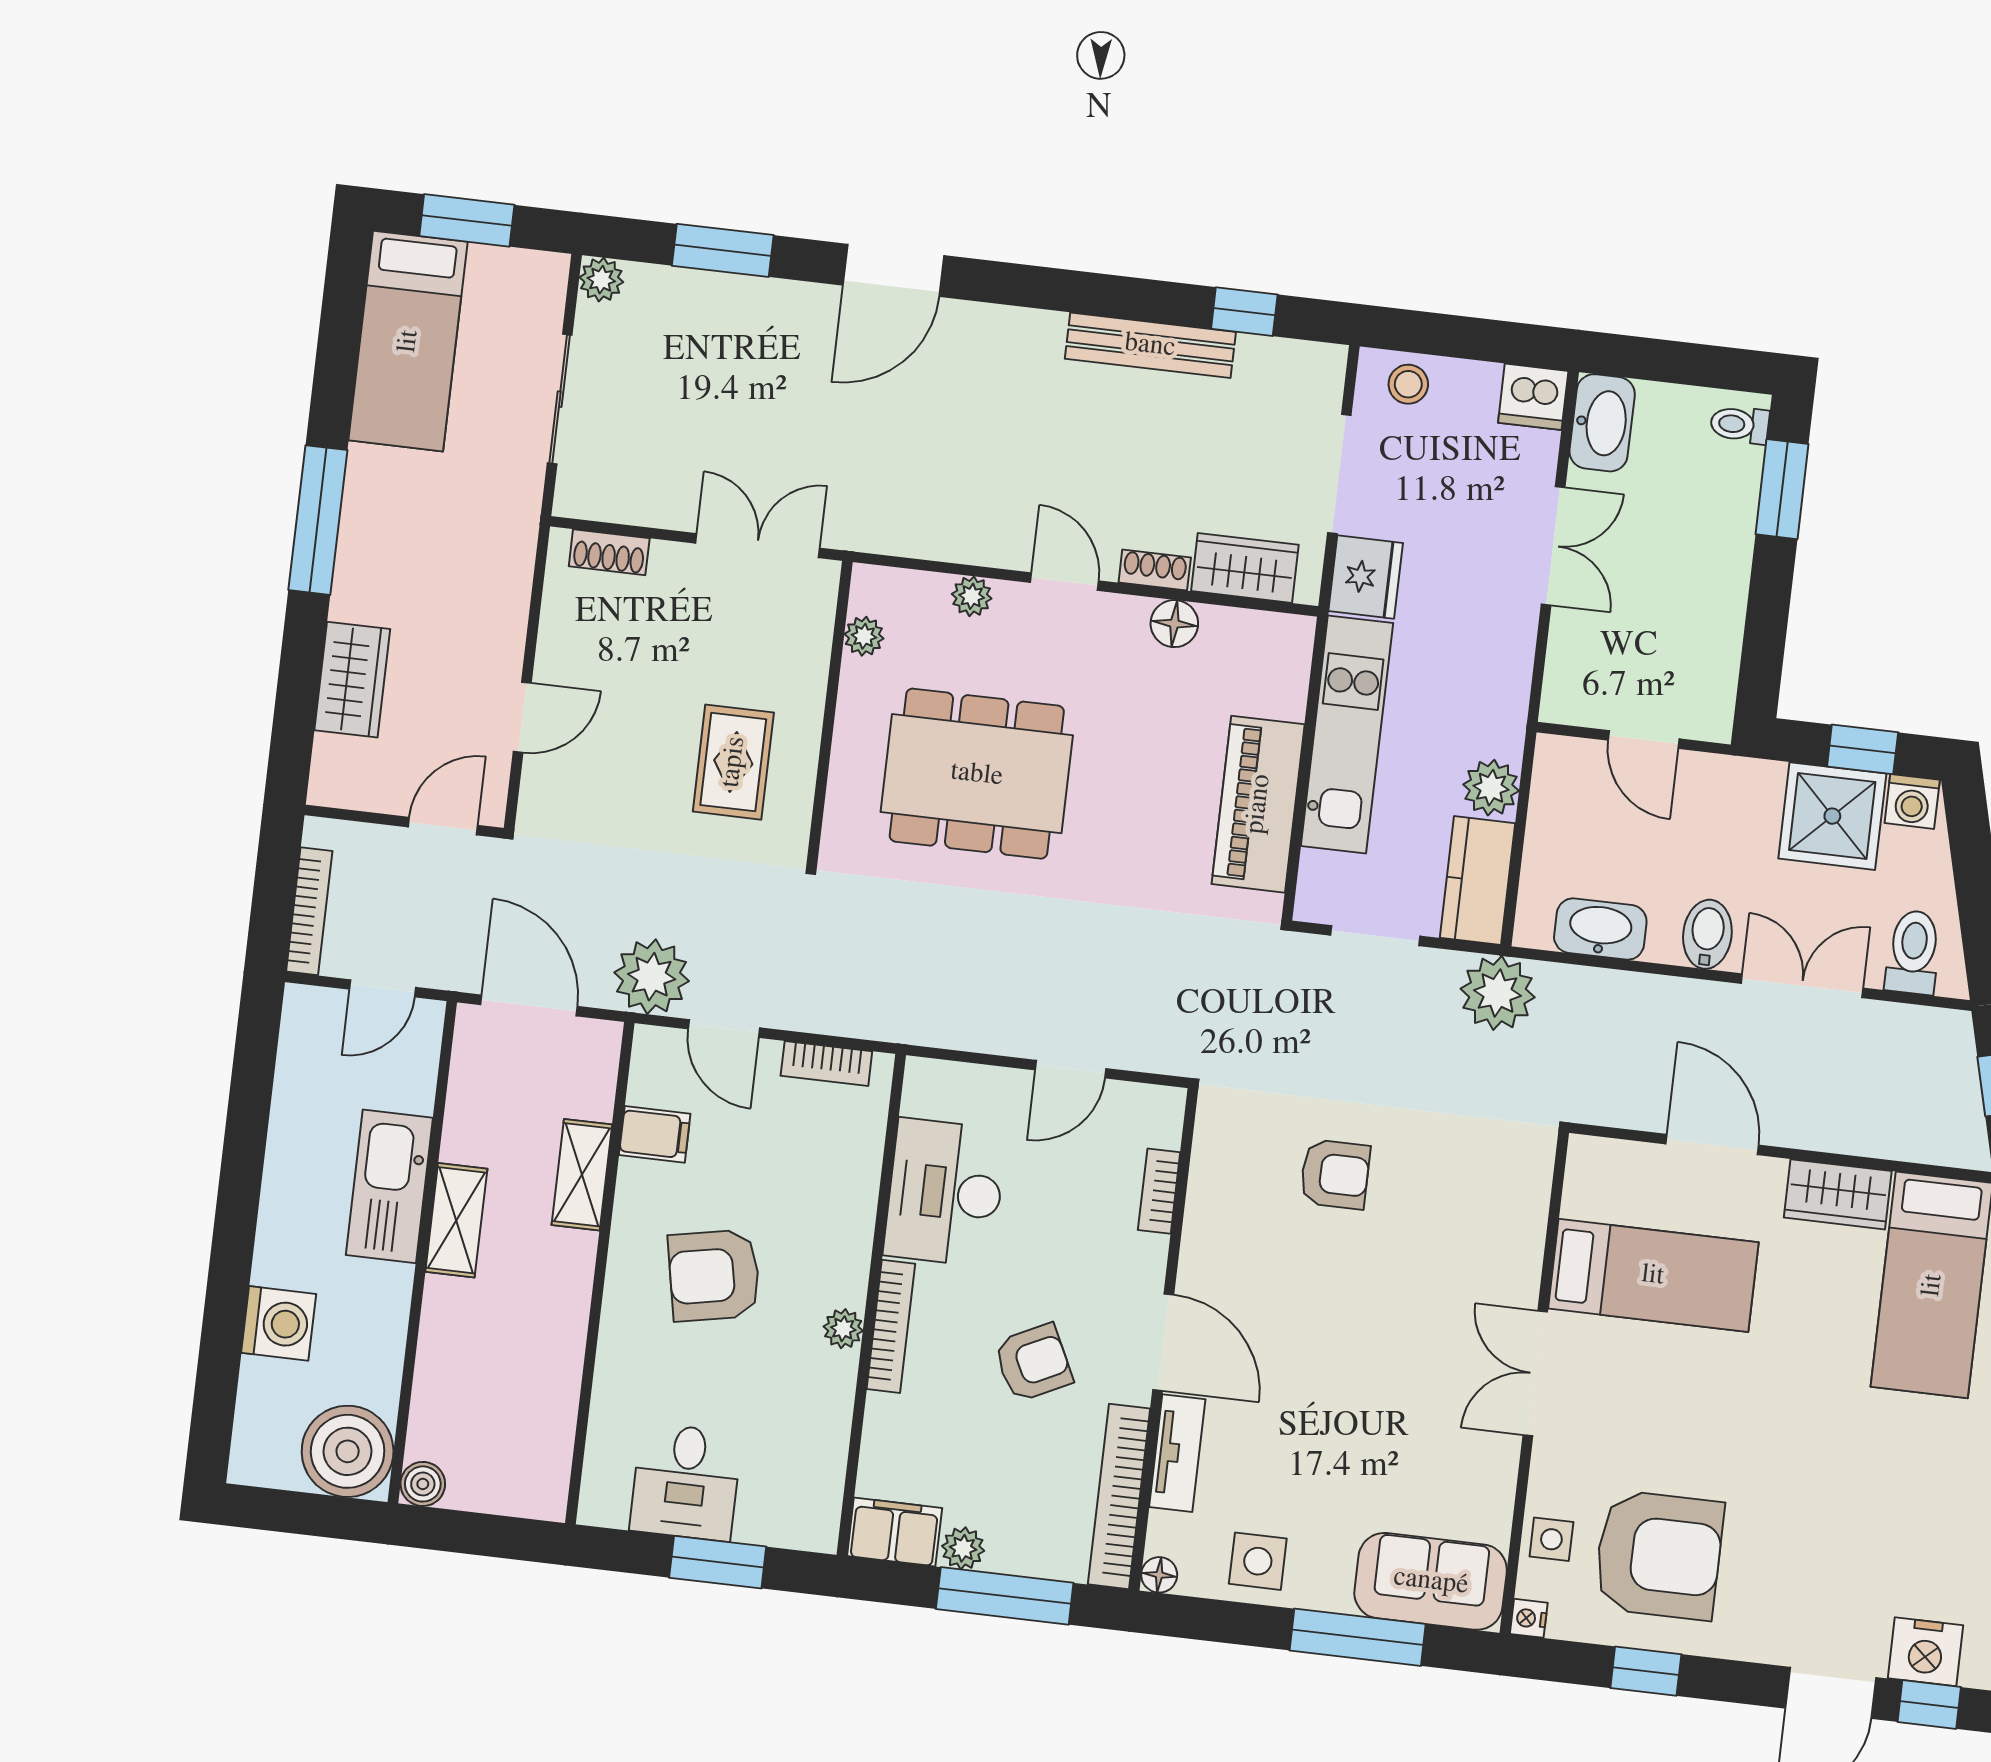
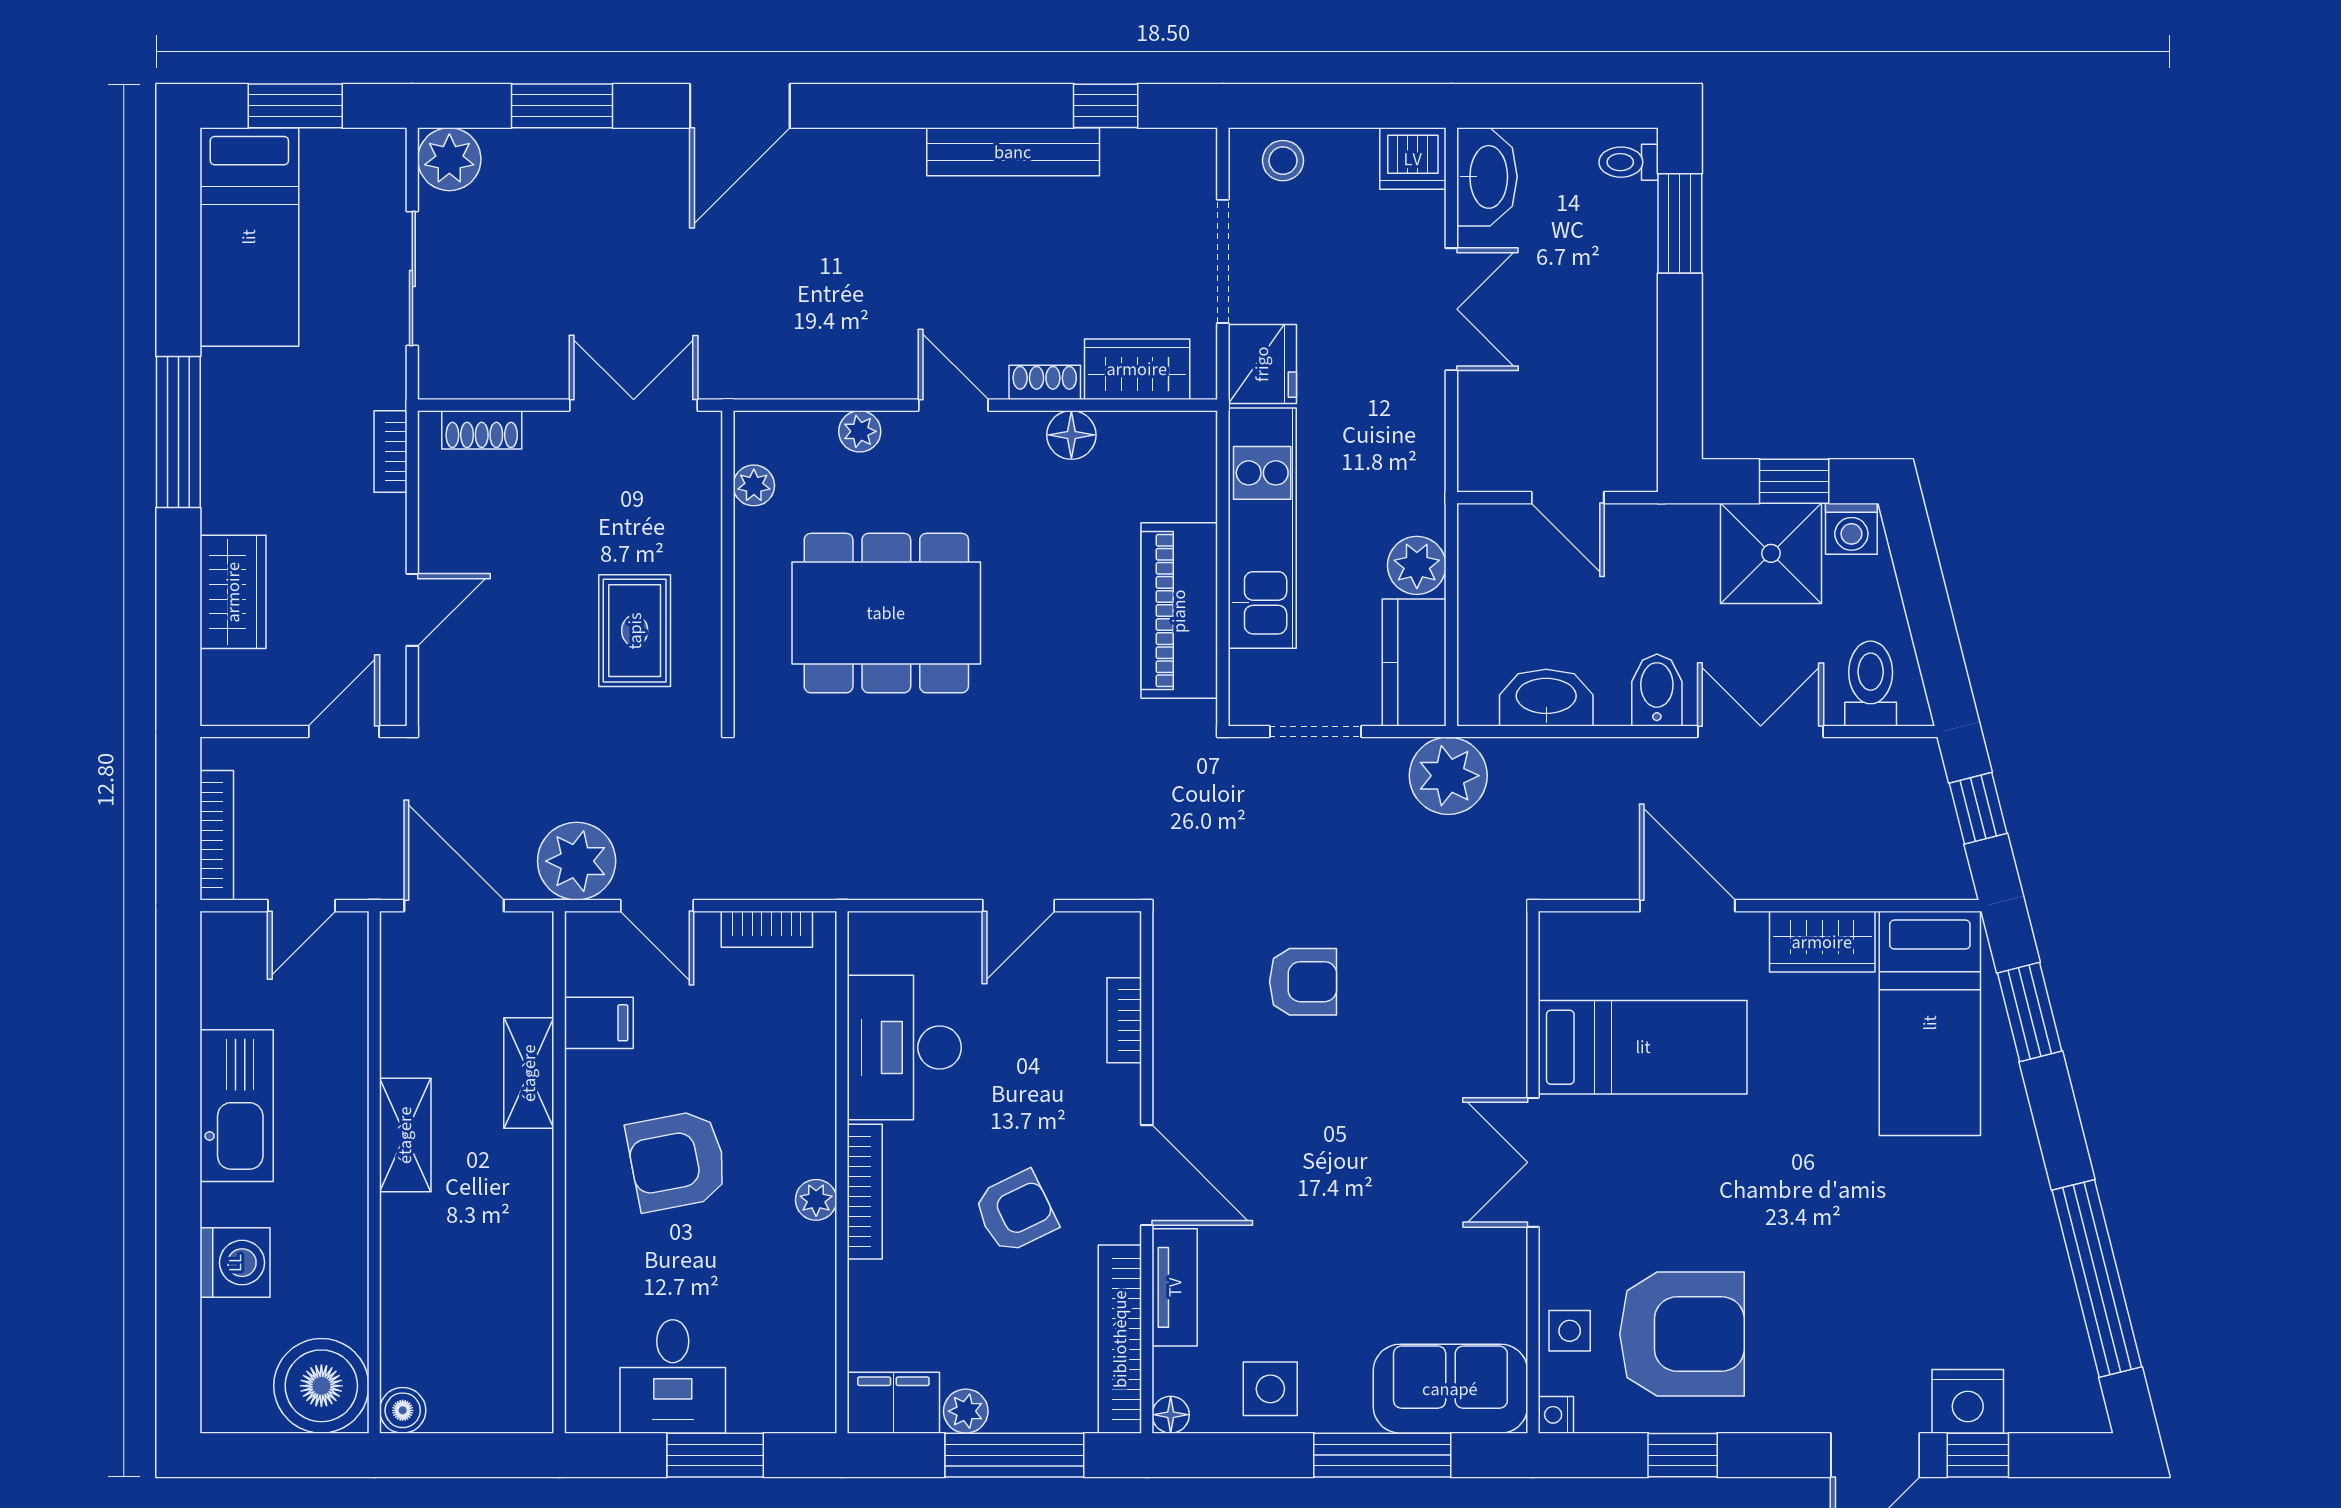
plant: (601, 280) -> (449, 159), width x1.38, depth x1.38
bookcase: (519, 563) -> (390, 452), added
kitchen sink: (389, 1186) -> (237, 1106), moved, turned 180

